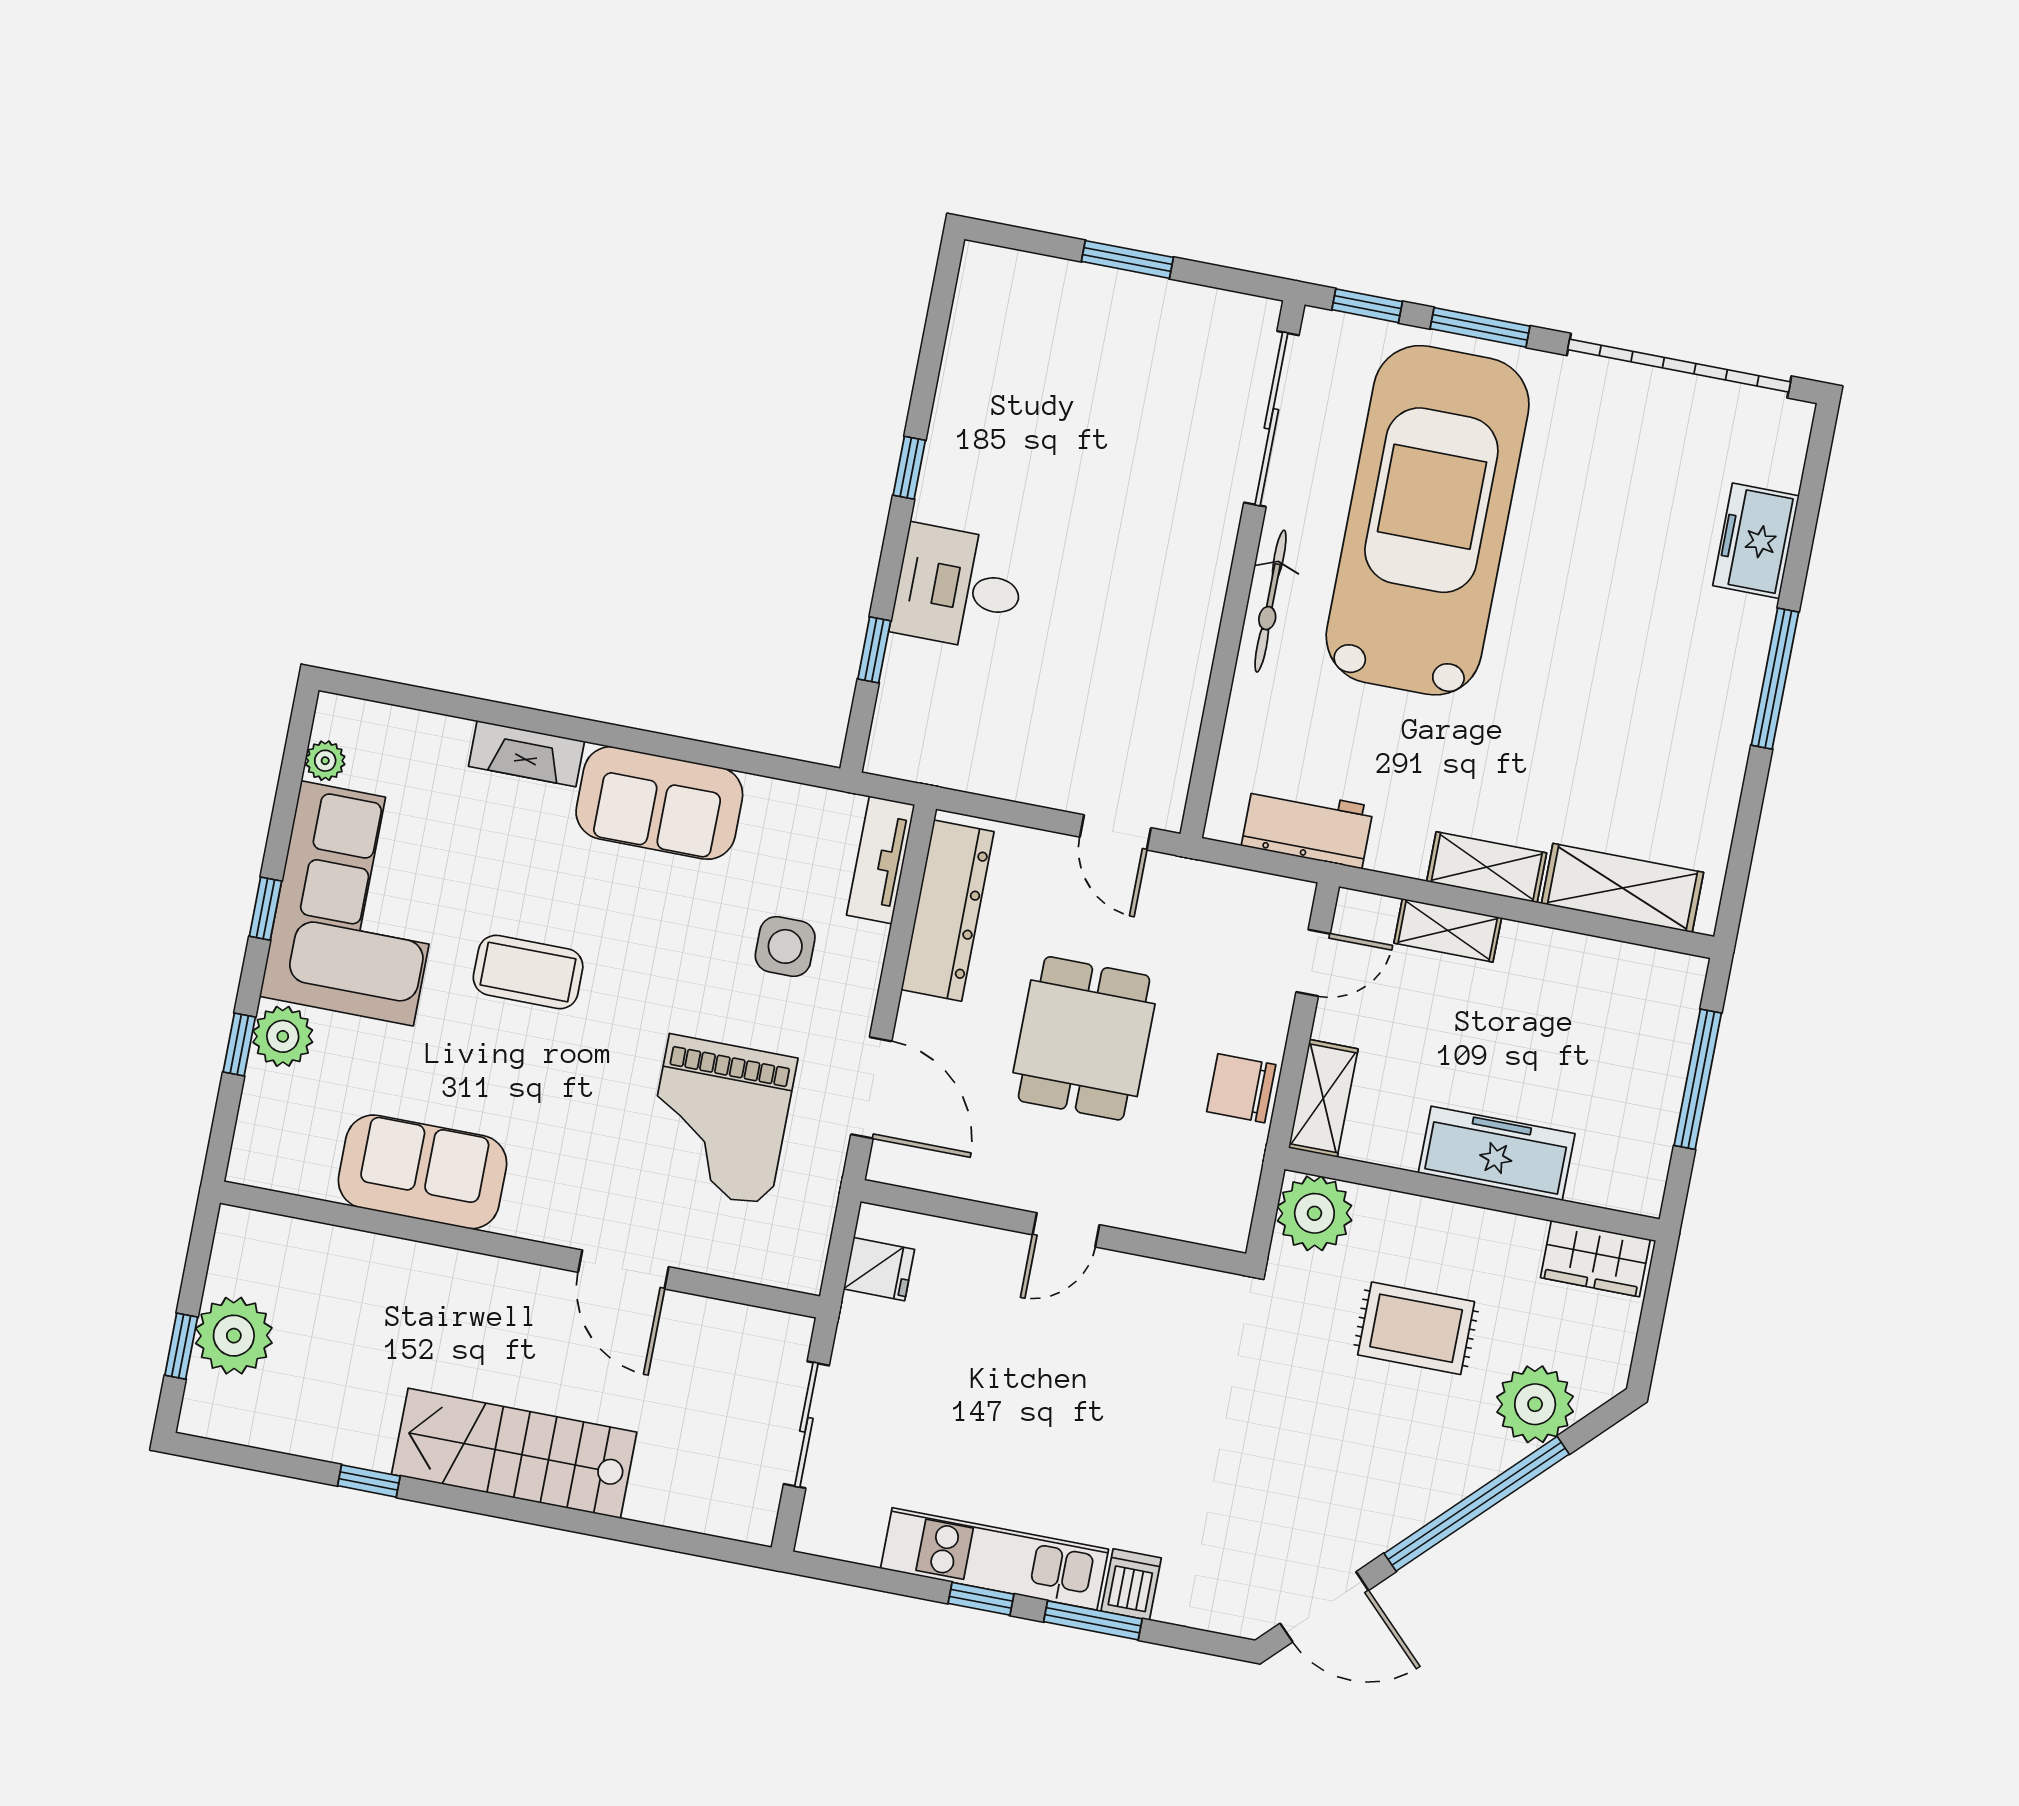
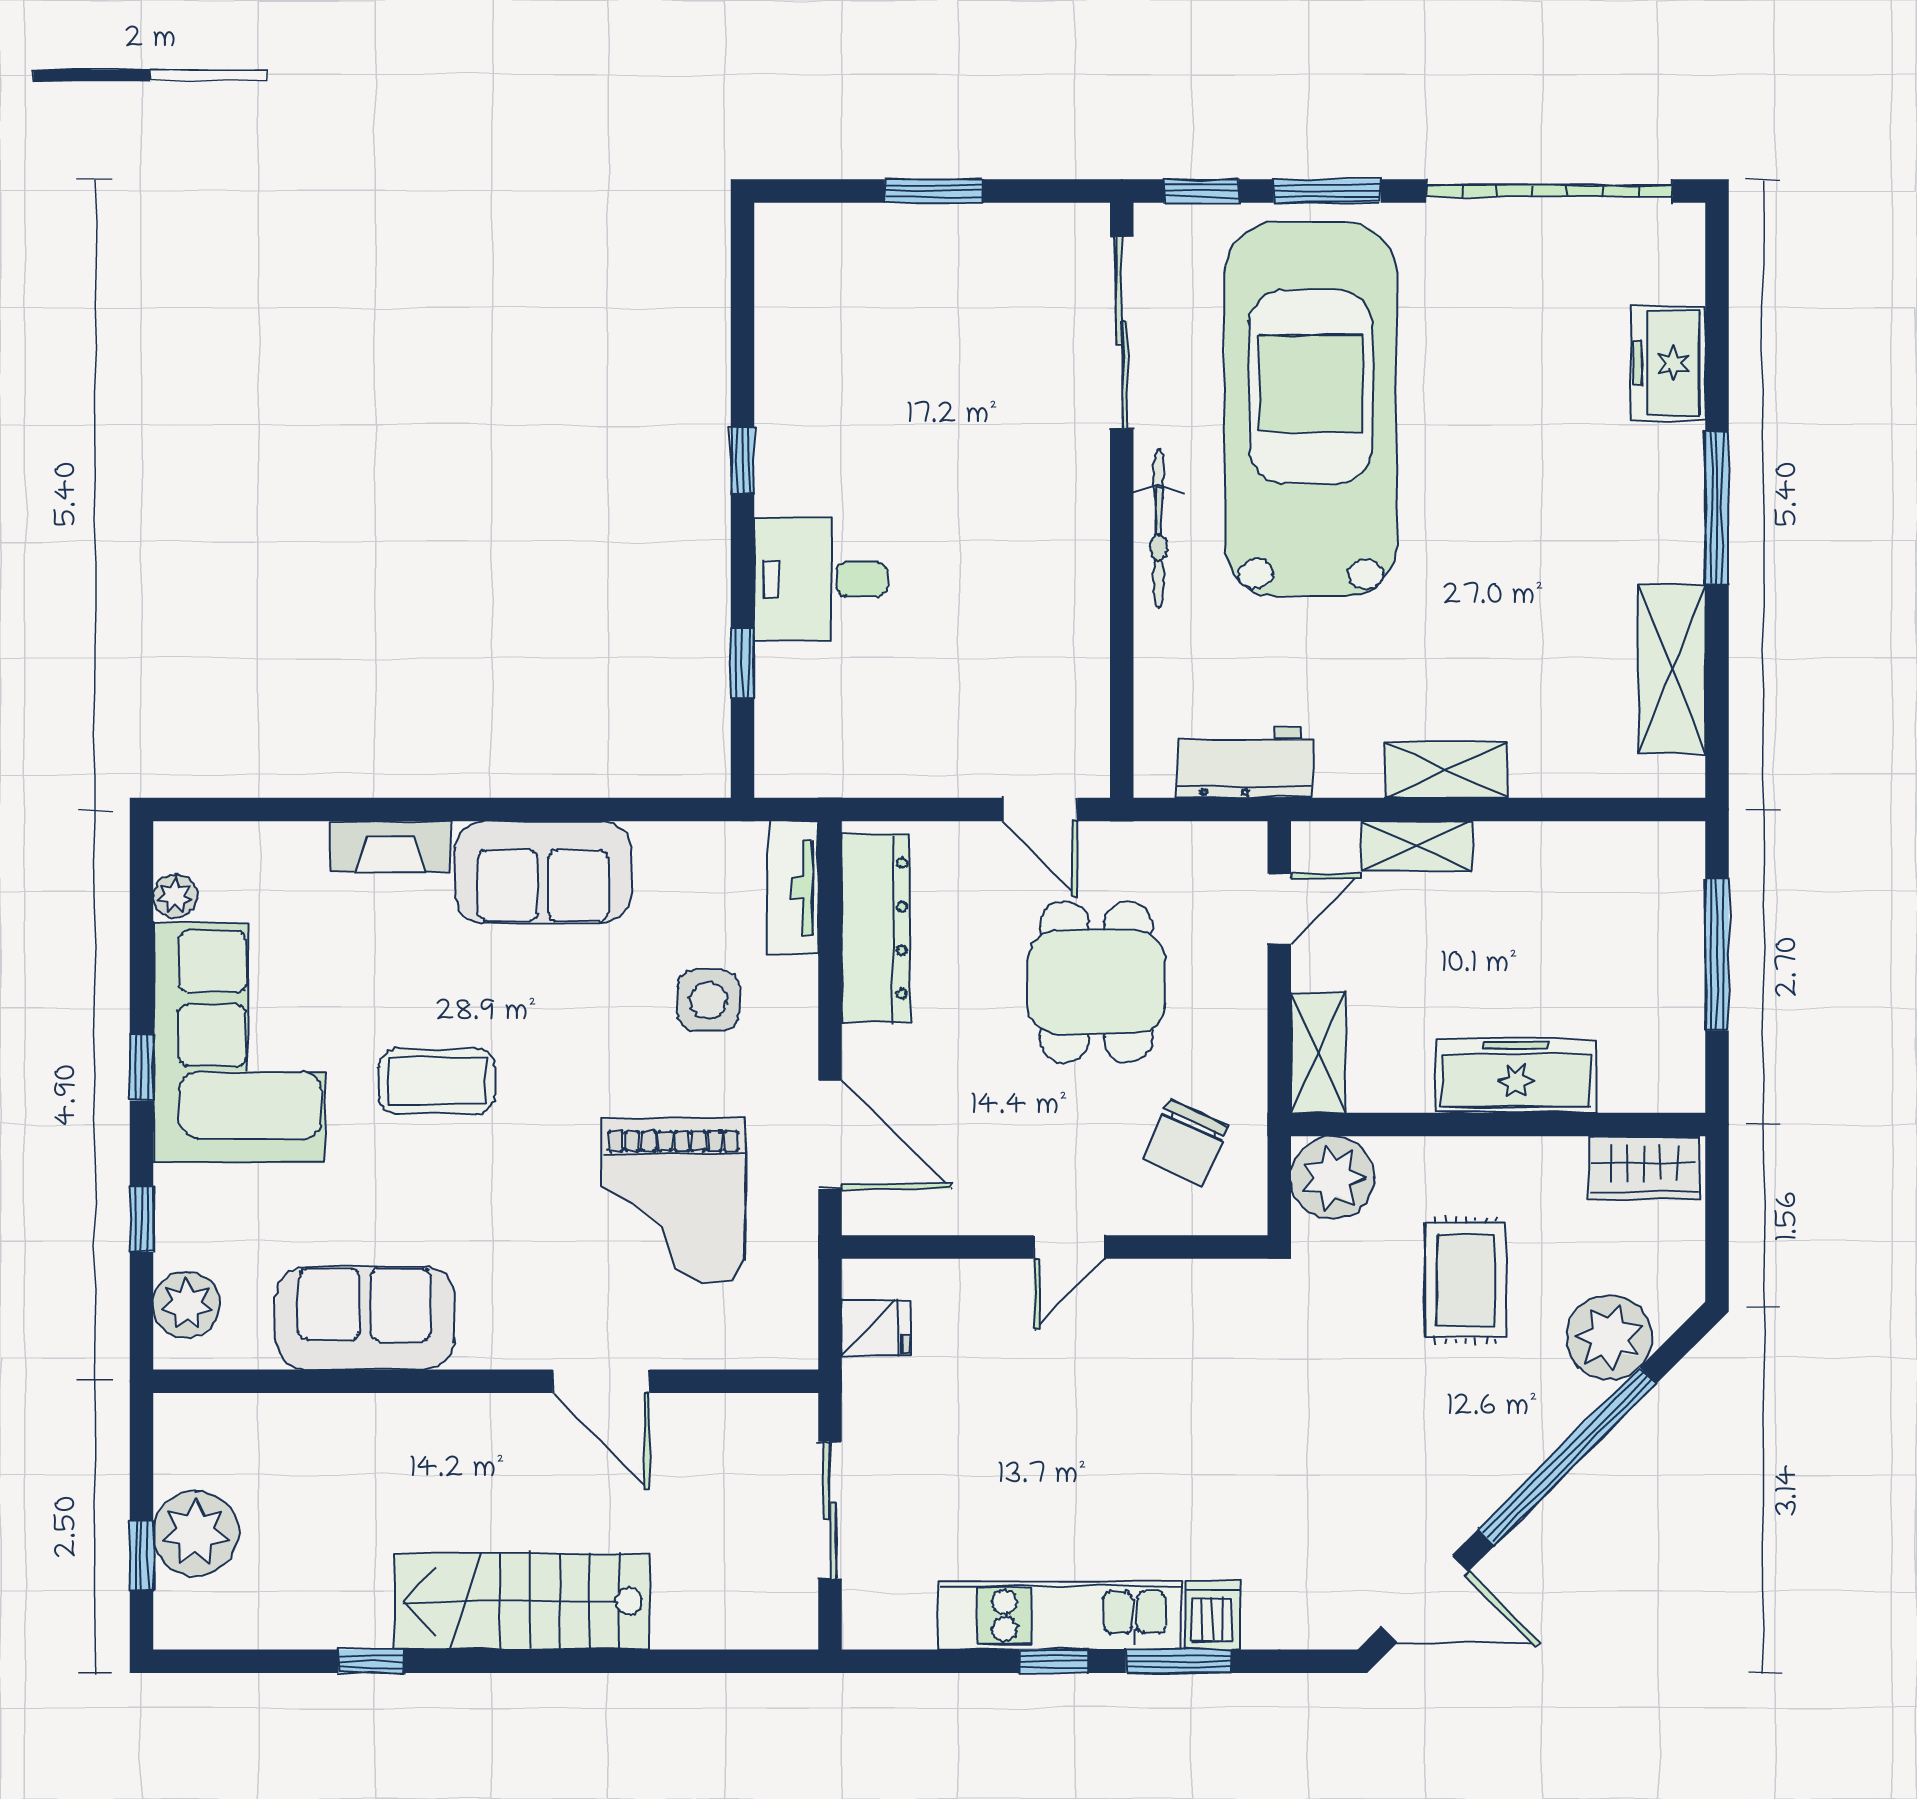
shelving: (1622, 888) -> (1672, 669), moved, turned 90
plant: (283, 1036) -> (187, 1305), moved
dining table: (1084, 1038) -> (1096, 982), moved
chair: (1241, 1088) -> (1185, 1143), moved, turned -66
rug: (1416, 1328) -> (1466, 1280), turned 90

